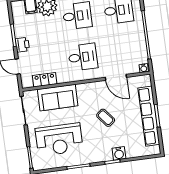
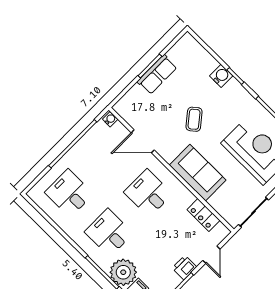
door: (116, 77) -> (143, 141), swing flipped
sofa: (58, 98) -> (198, 173), moved
row of seats: (149, 116) -> (157, 74), width x0.50

